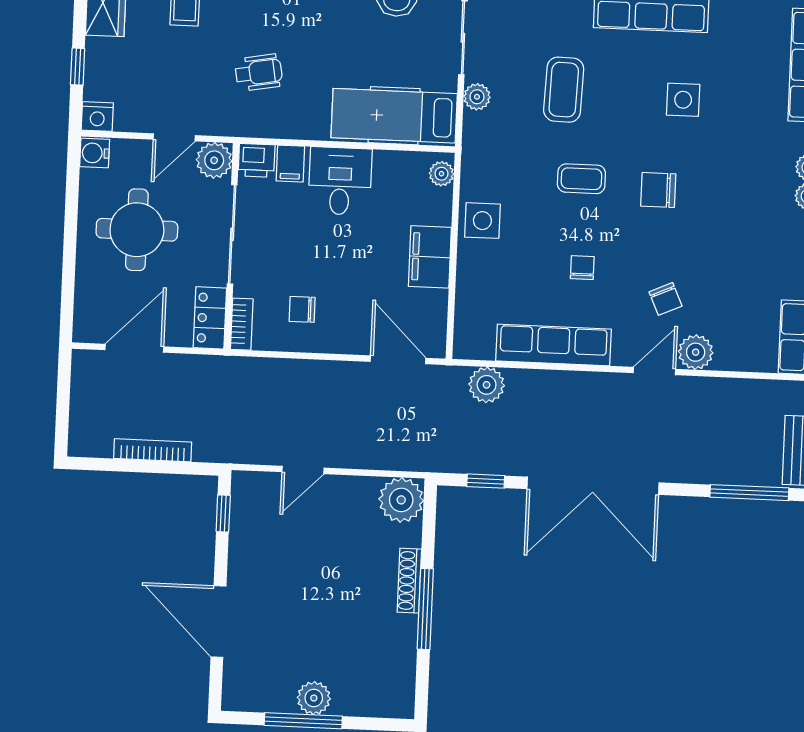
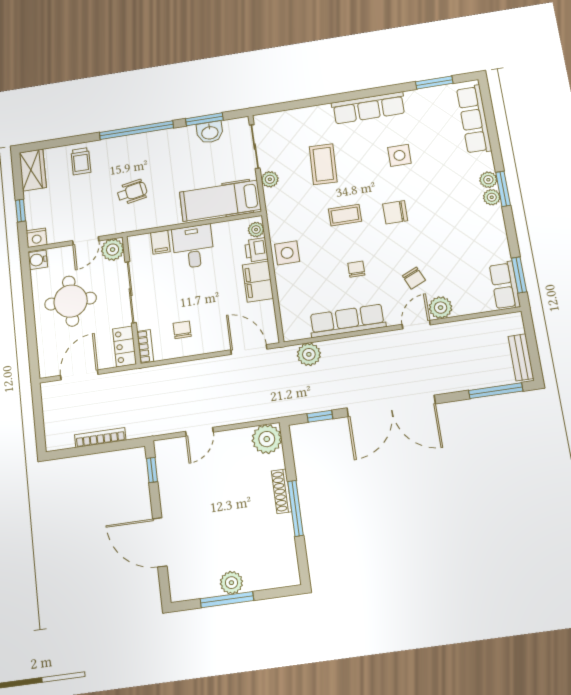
printer: (257, 160) -> (256, 250), moved, turned 90
chair: (302, 309) -> (182, 330), turned 90

